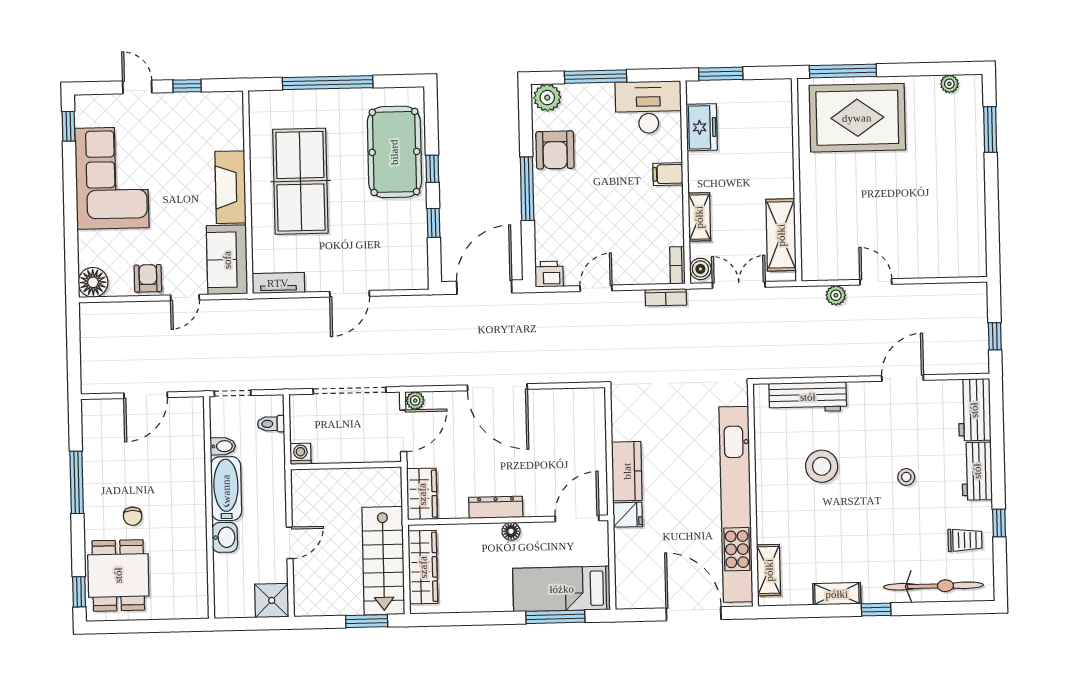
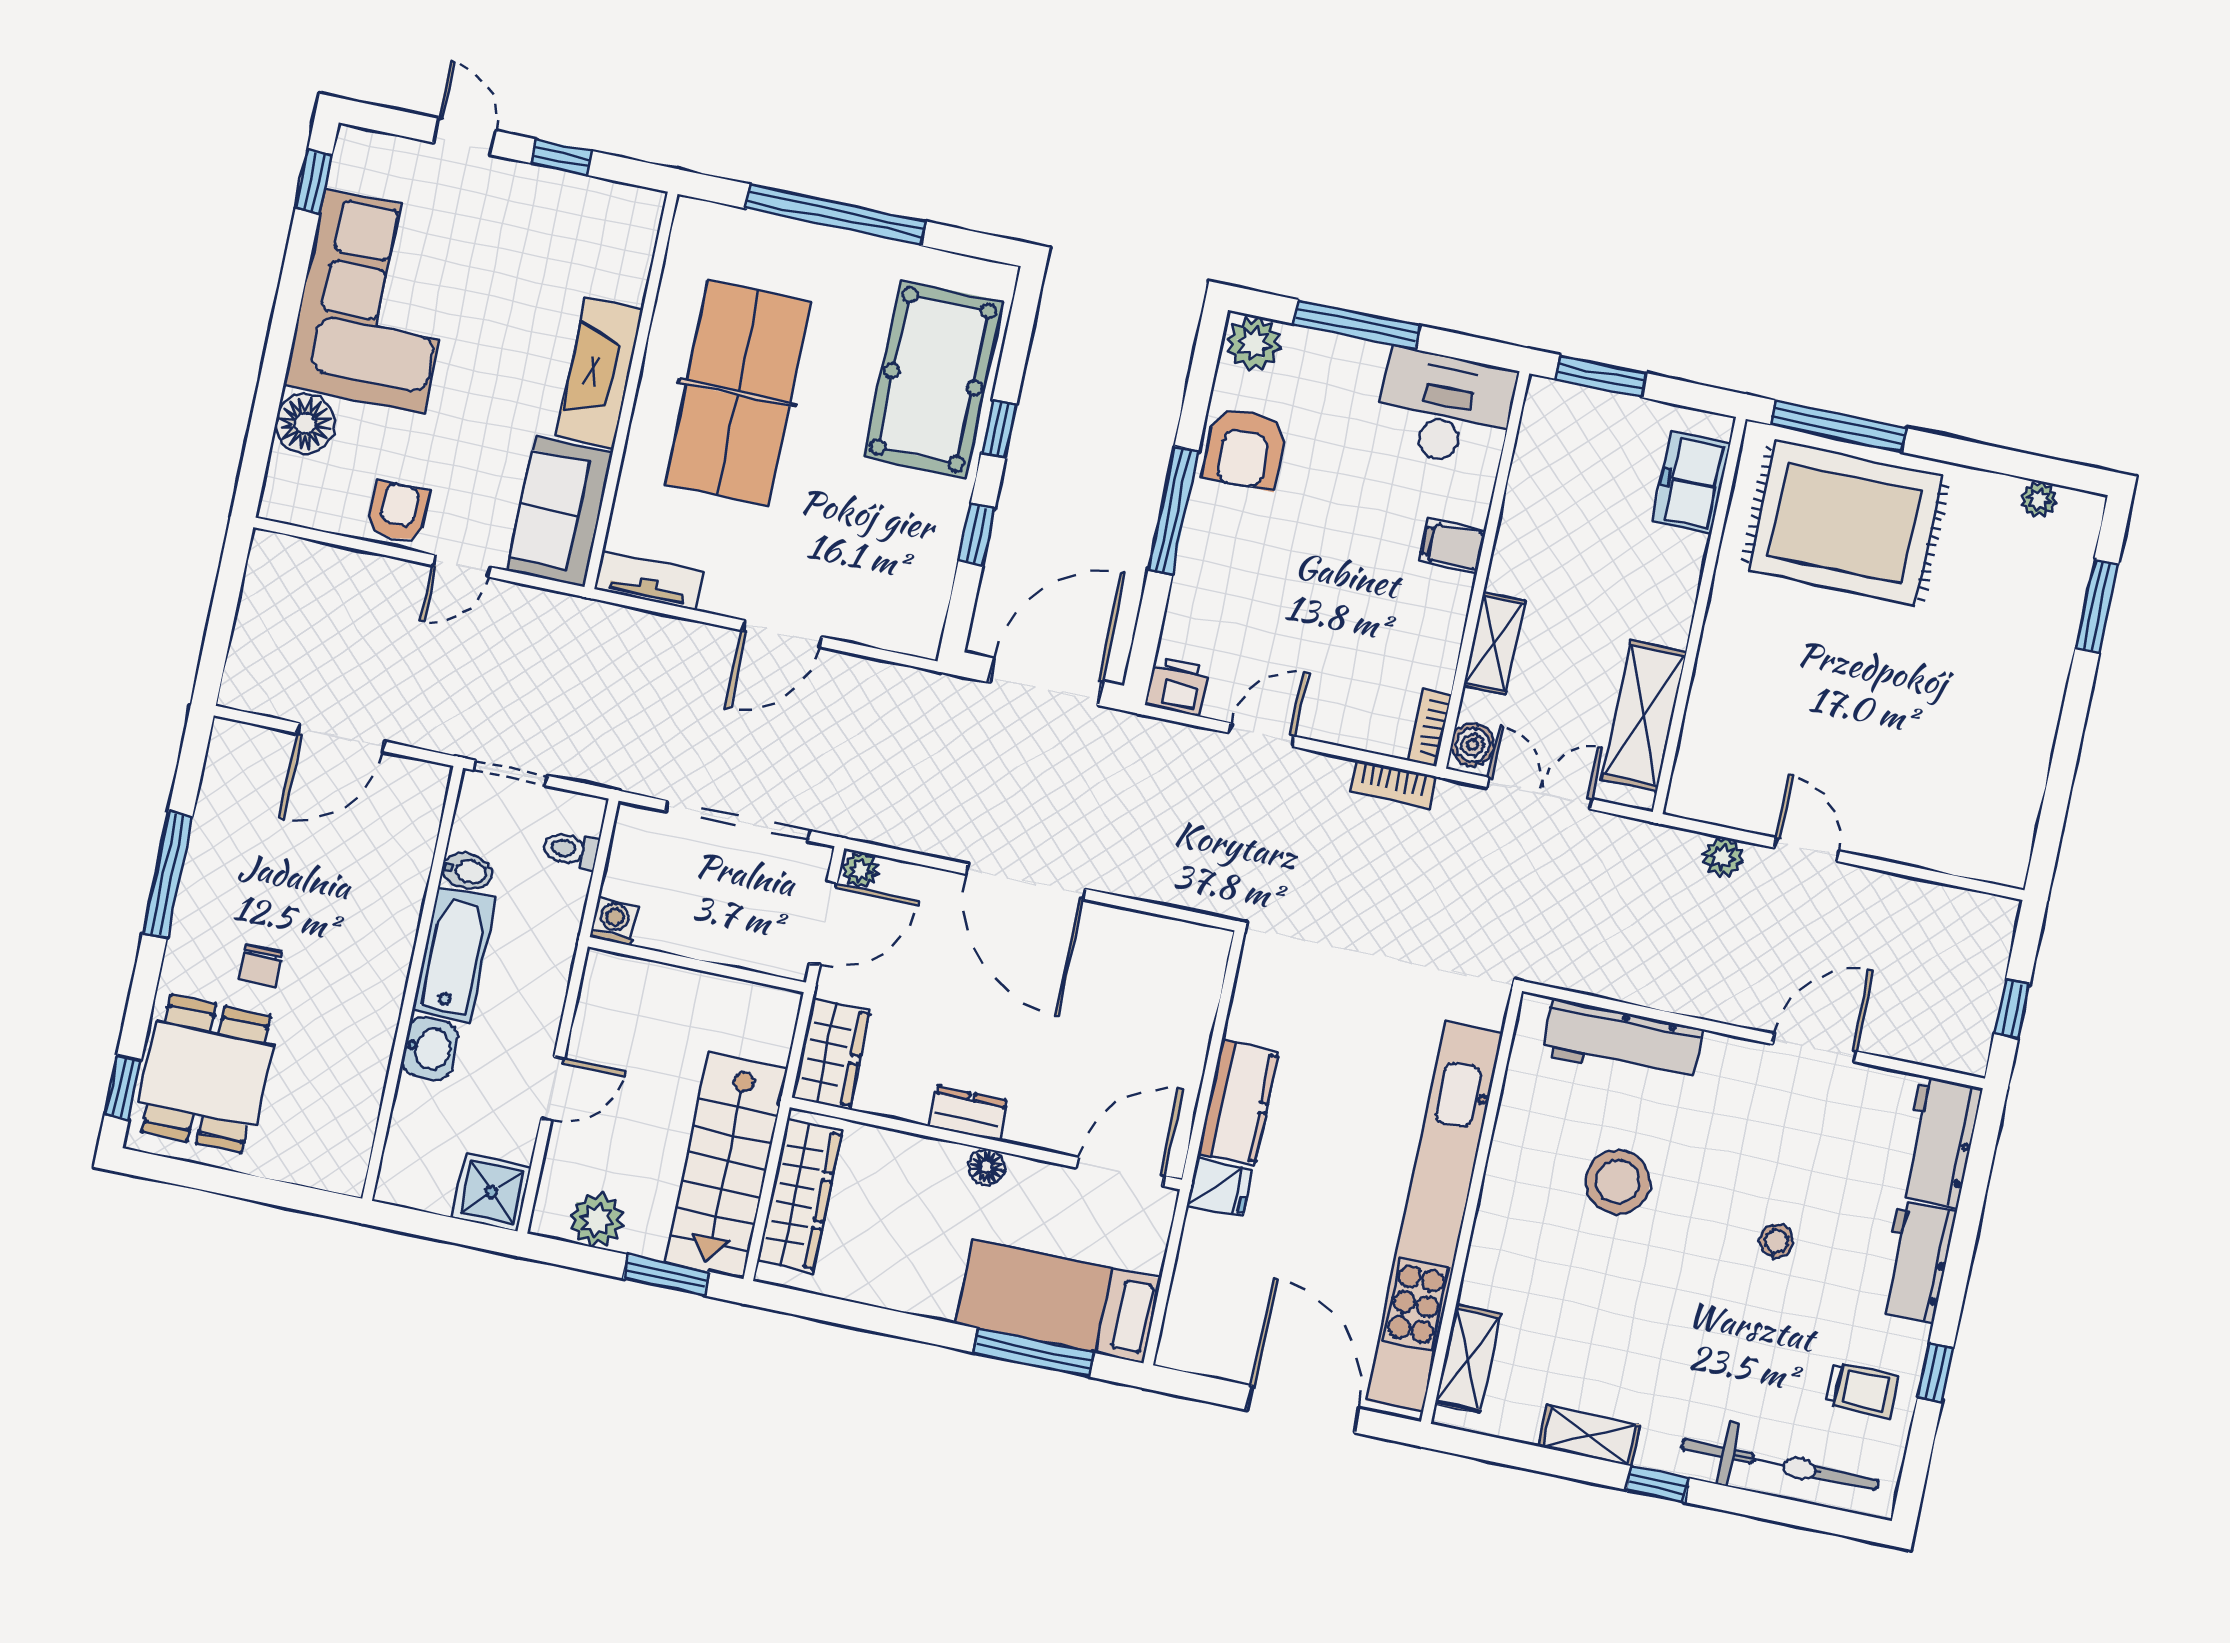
freezer: (702, 127) -> (1691, 483), moved, turned 180
floor lamp: (93, 282) -> (305, 424), moved
dresser: (496, 507) -> (968, 1113), width x0.70
plant: (326, 602) -> (597, 1220), added

